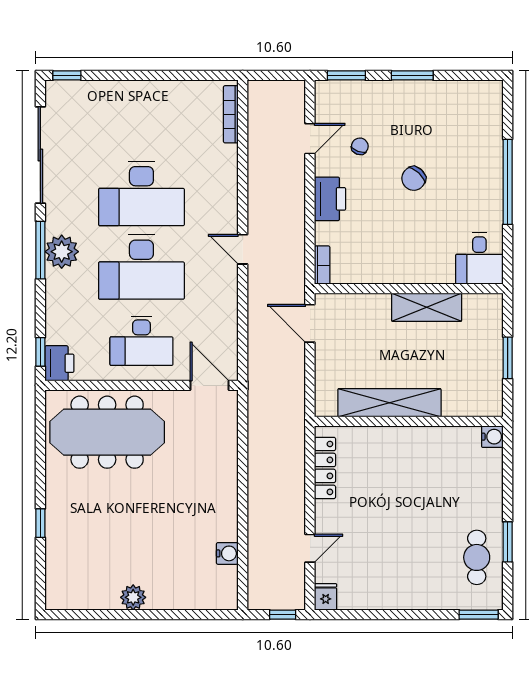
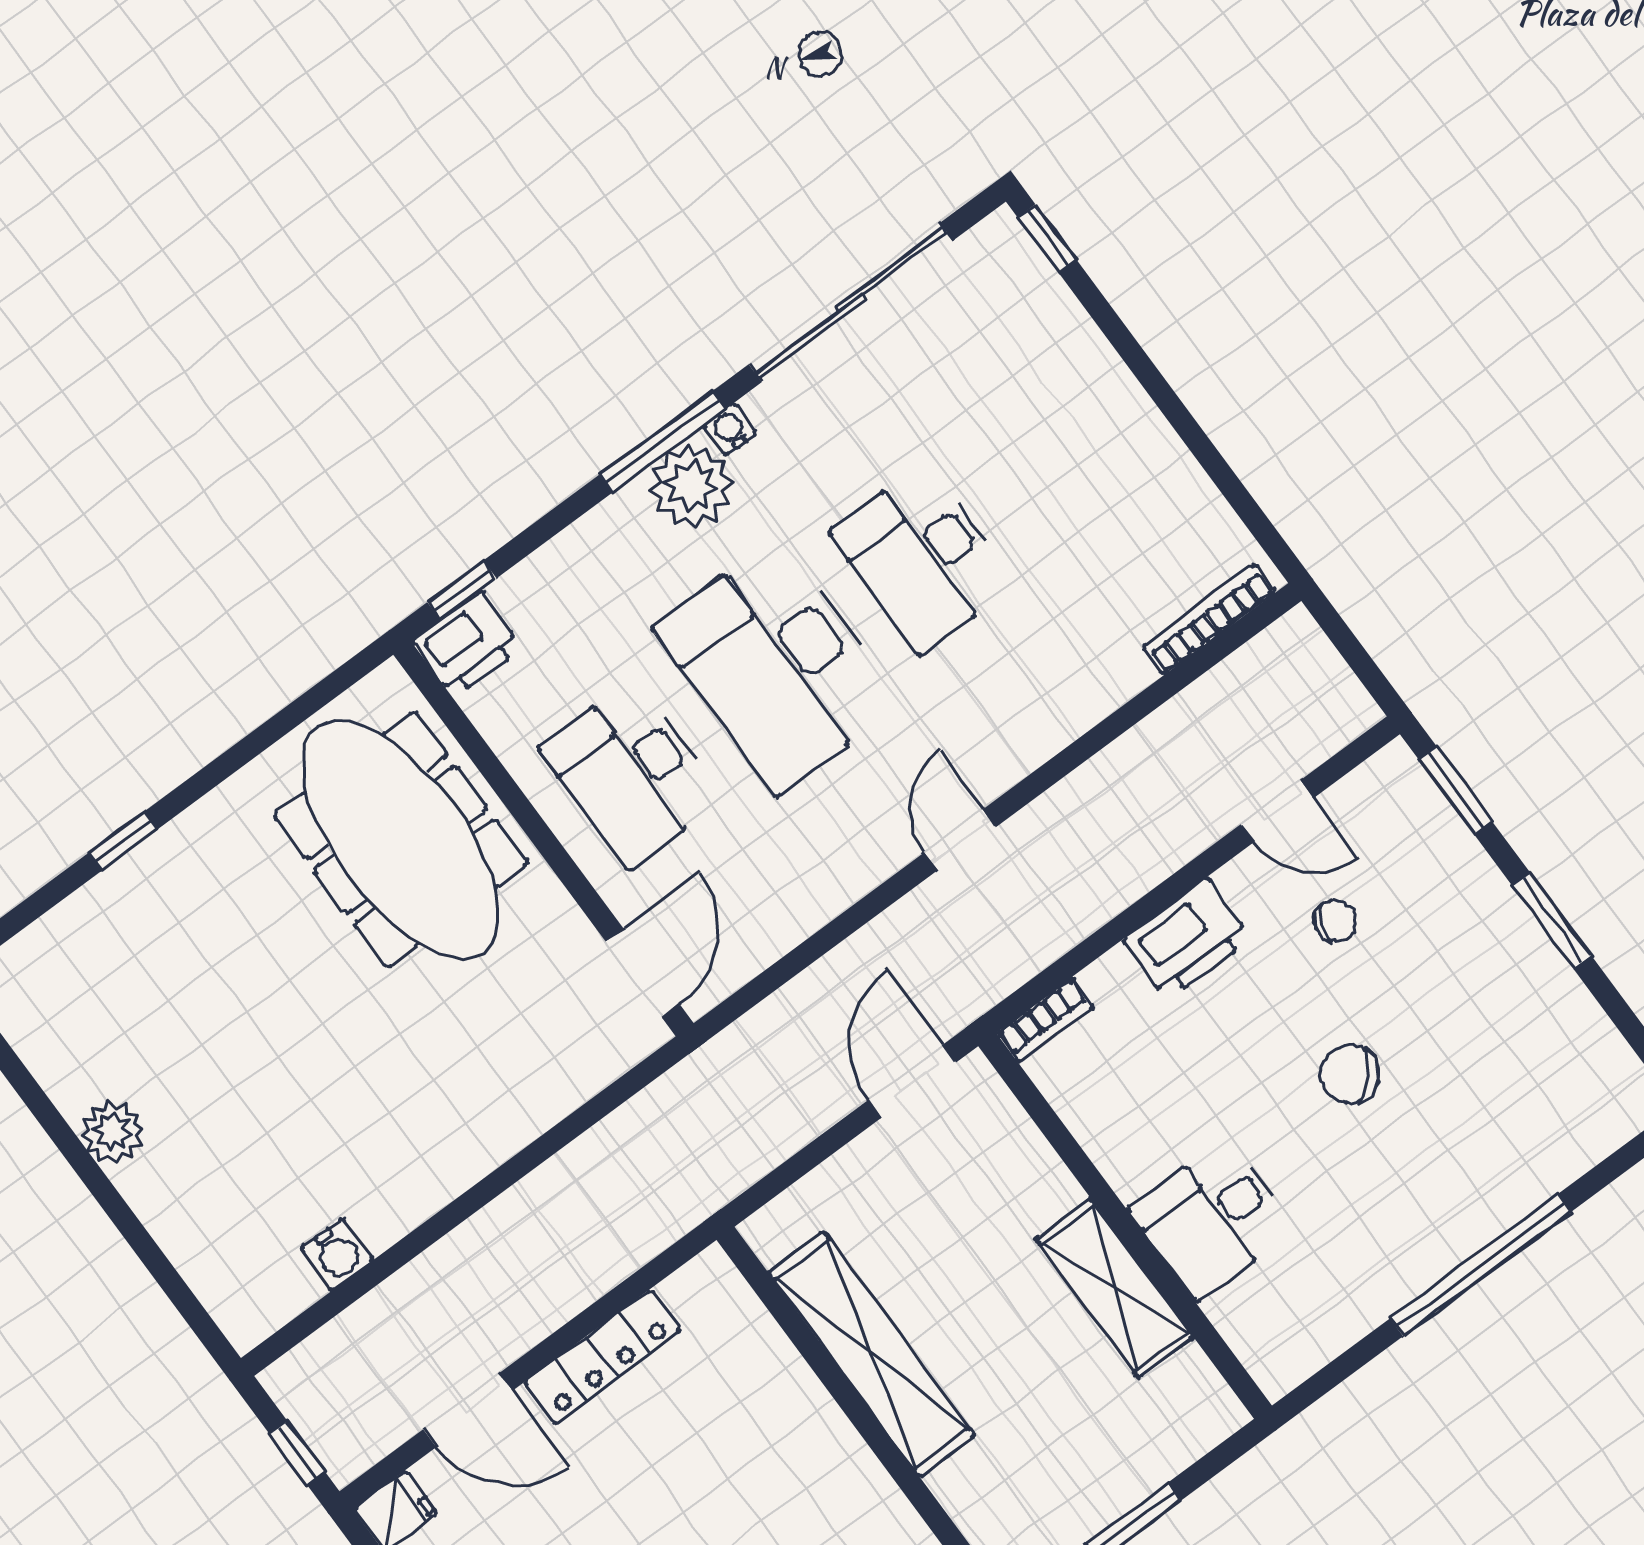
desk: (141, 193) -> (922, 559), width x0.73, depth x0.77
water cooler: (53, 225) -> (730, 429), added
desk: (479, 259) -> (1212, 1219), moved
locker: (325, 468) -> (602, 1357), moved
door: (310, 548) -> (468, 1410), width x1.38

